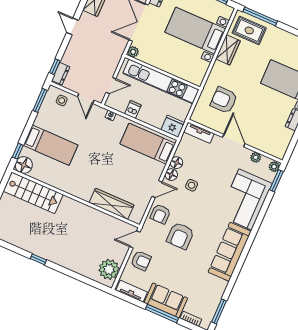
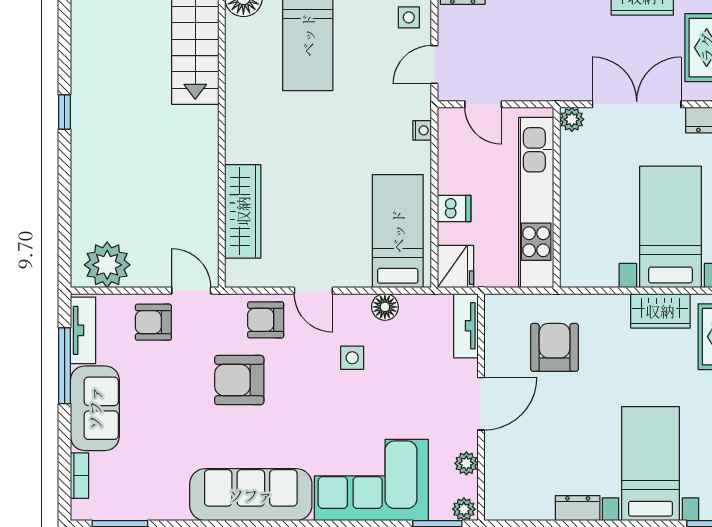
dishwasher: (133, 109) -> (454, 208), moved
floor lamp: (171, 175) -> (356, 307), removed
armchair: (141, 261) -> (153, 322), turned 90
window: (162, 314) -> (65, 366), moved

